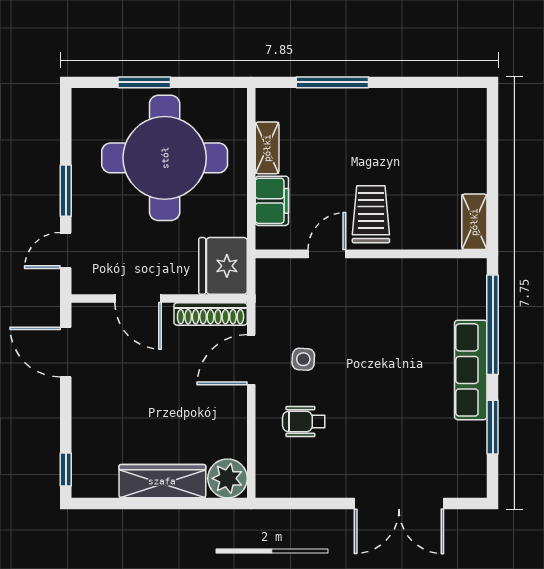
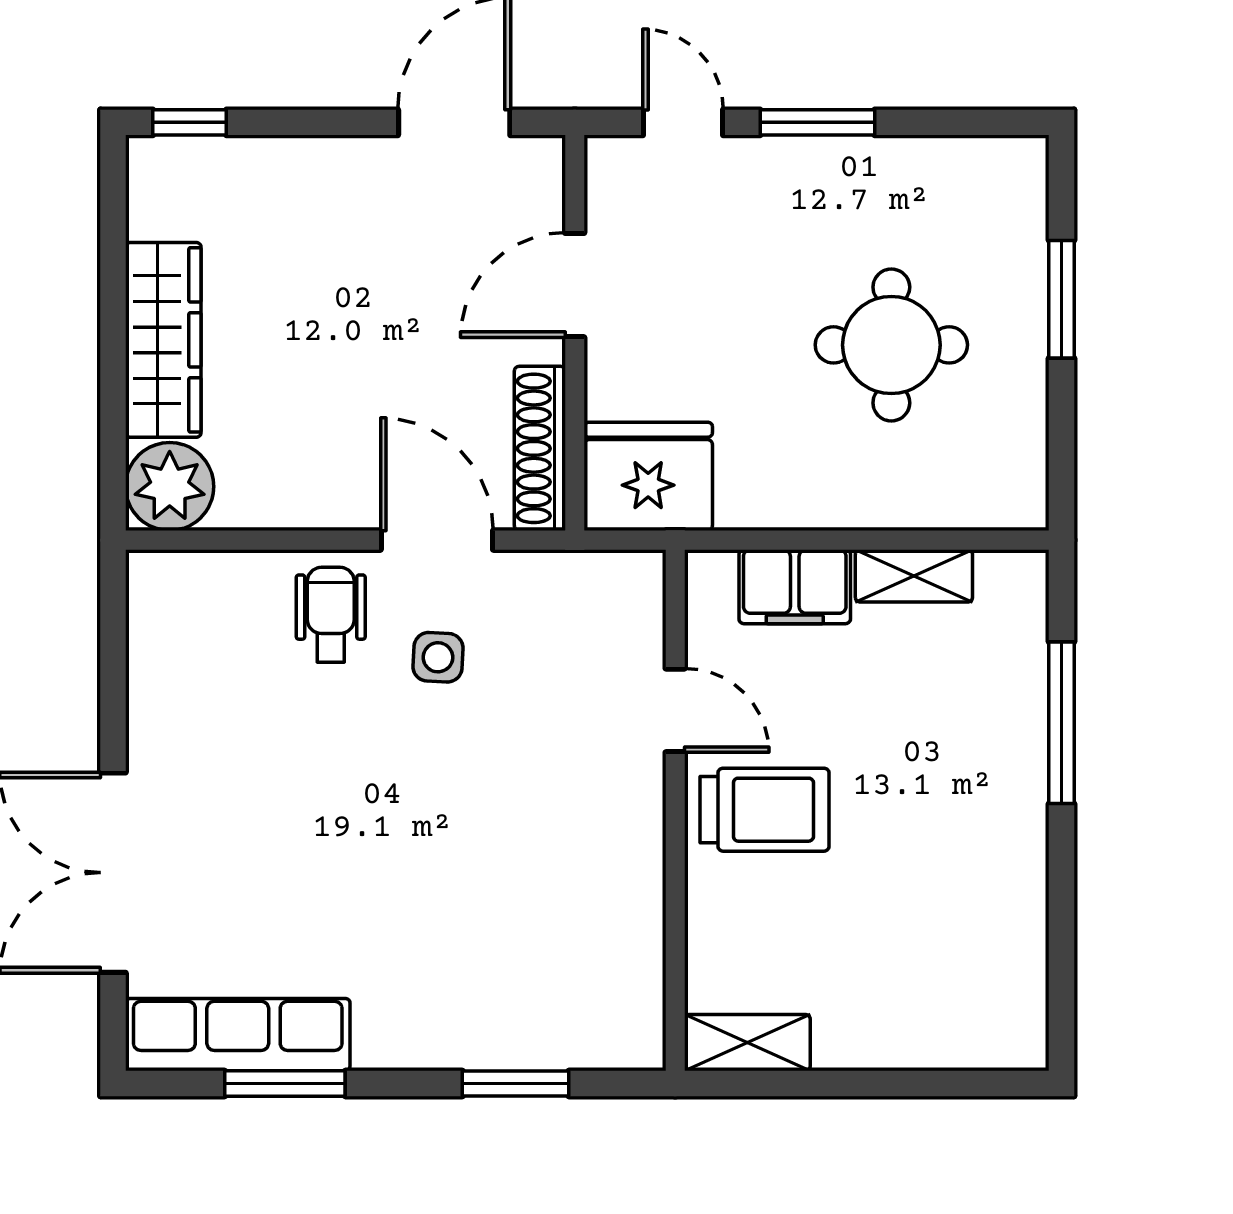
round table: (165, 158) -> (891, 345), width x0.54, depth x0.54
window: (493, 325) -> (516, 1083), width x0.47
row of seats: (471, 370) -> (238, 1035), moved
wheelchair: (304, 422) -> (331, 615), moved

